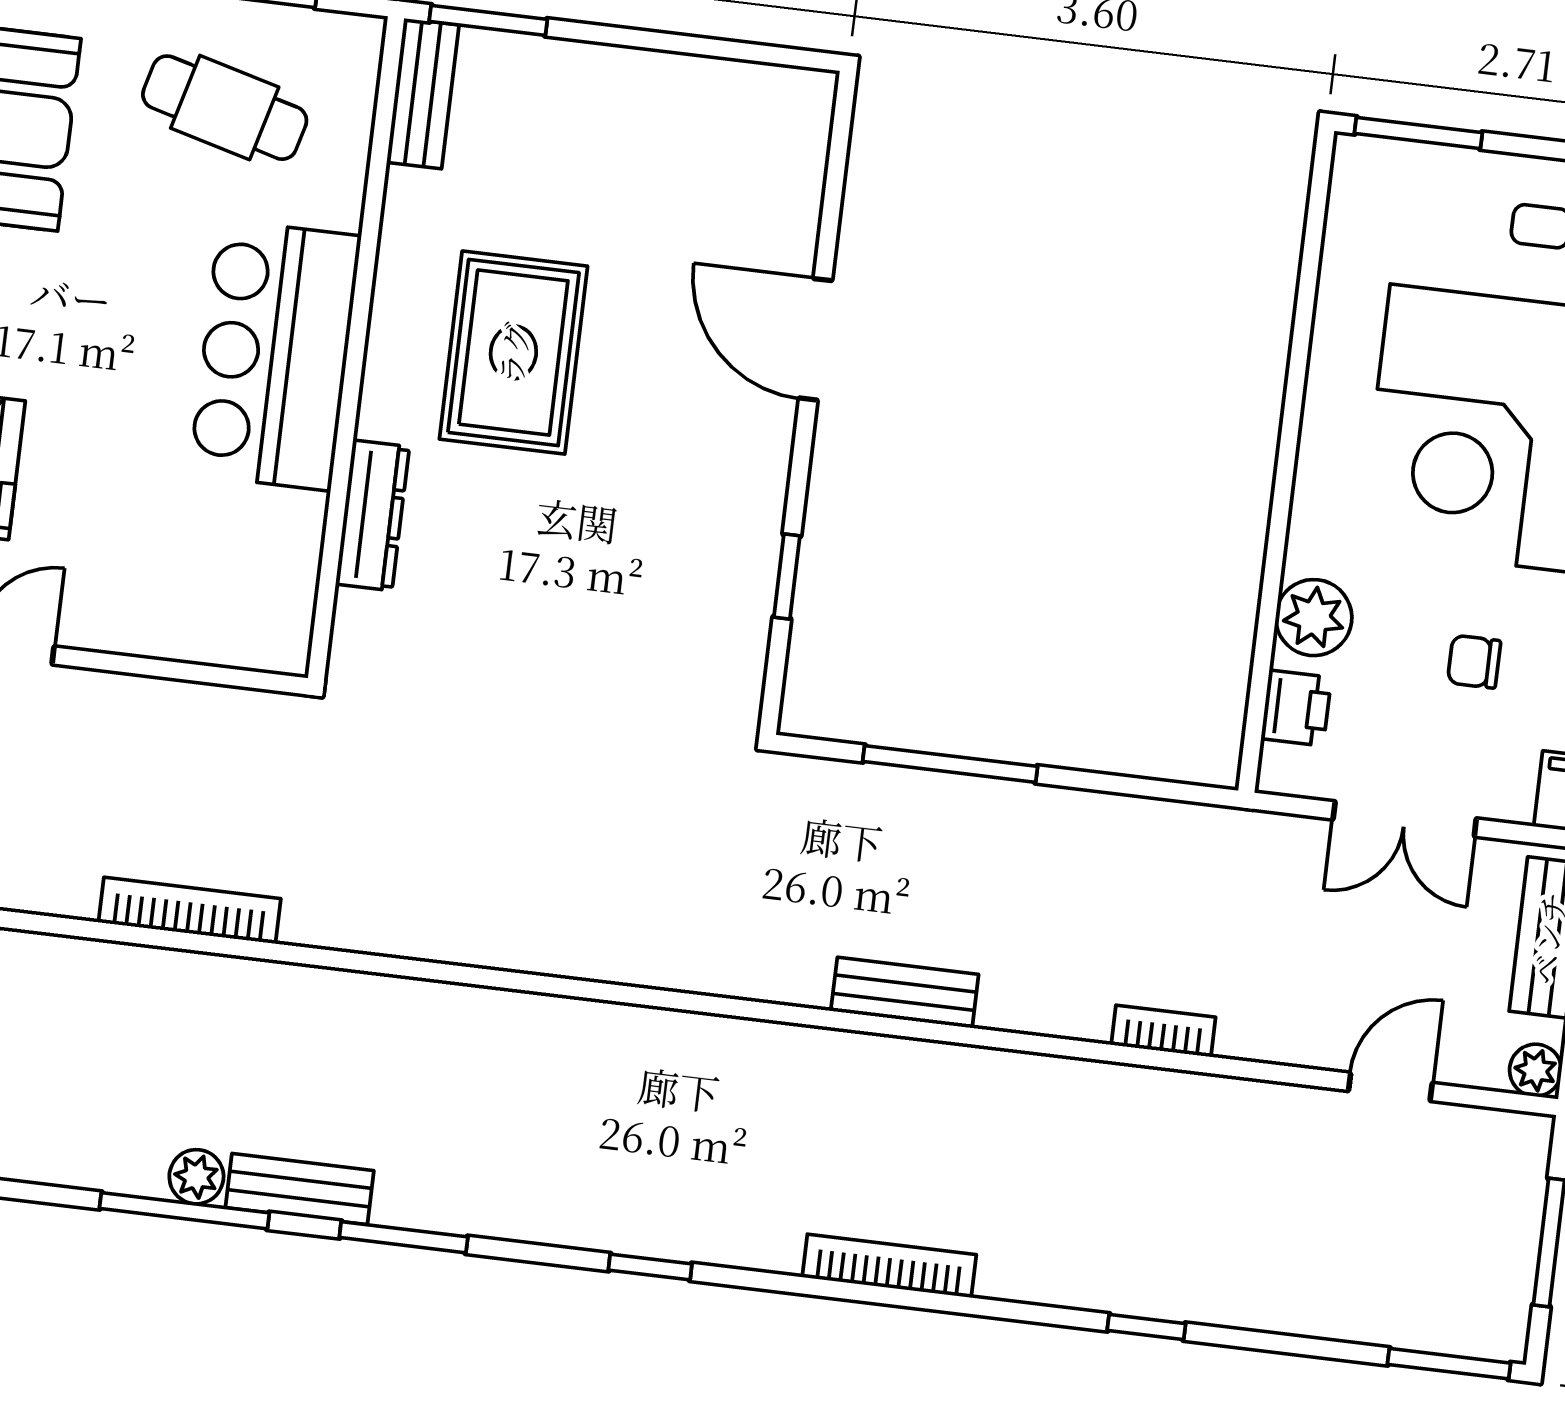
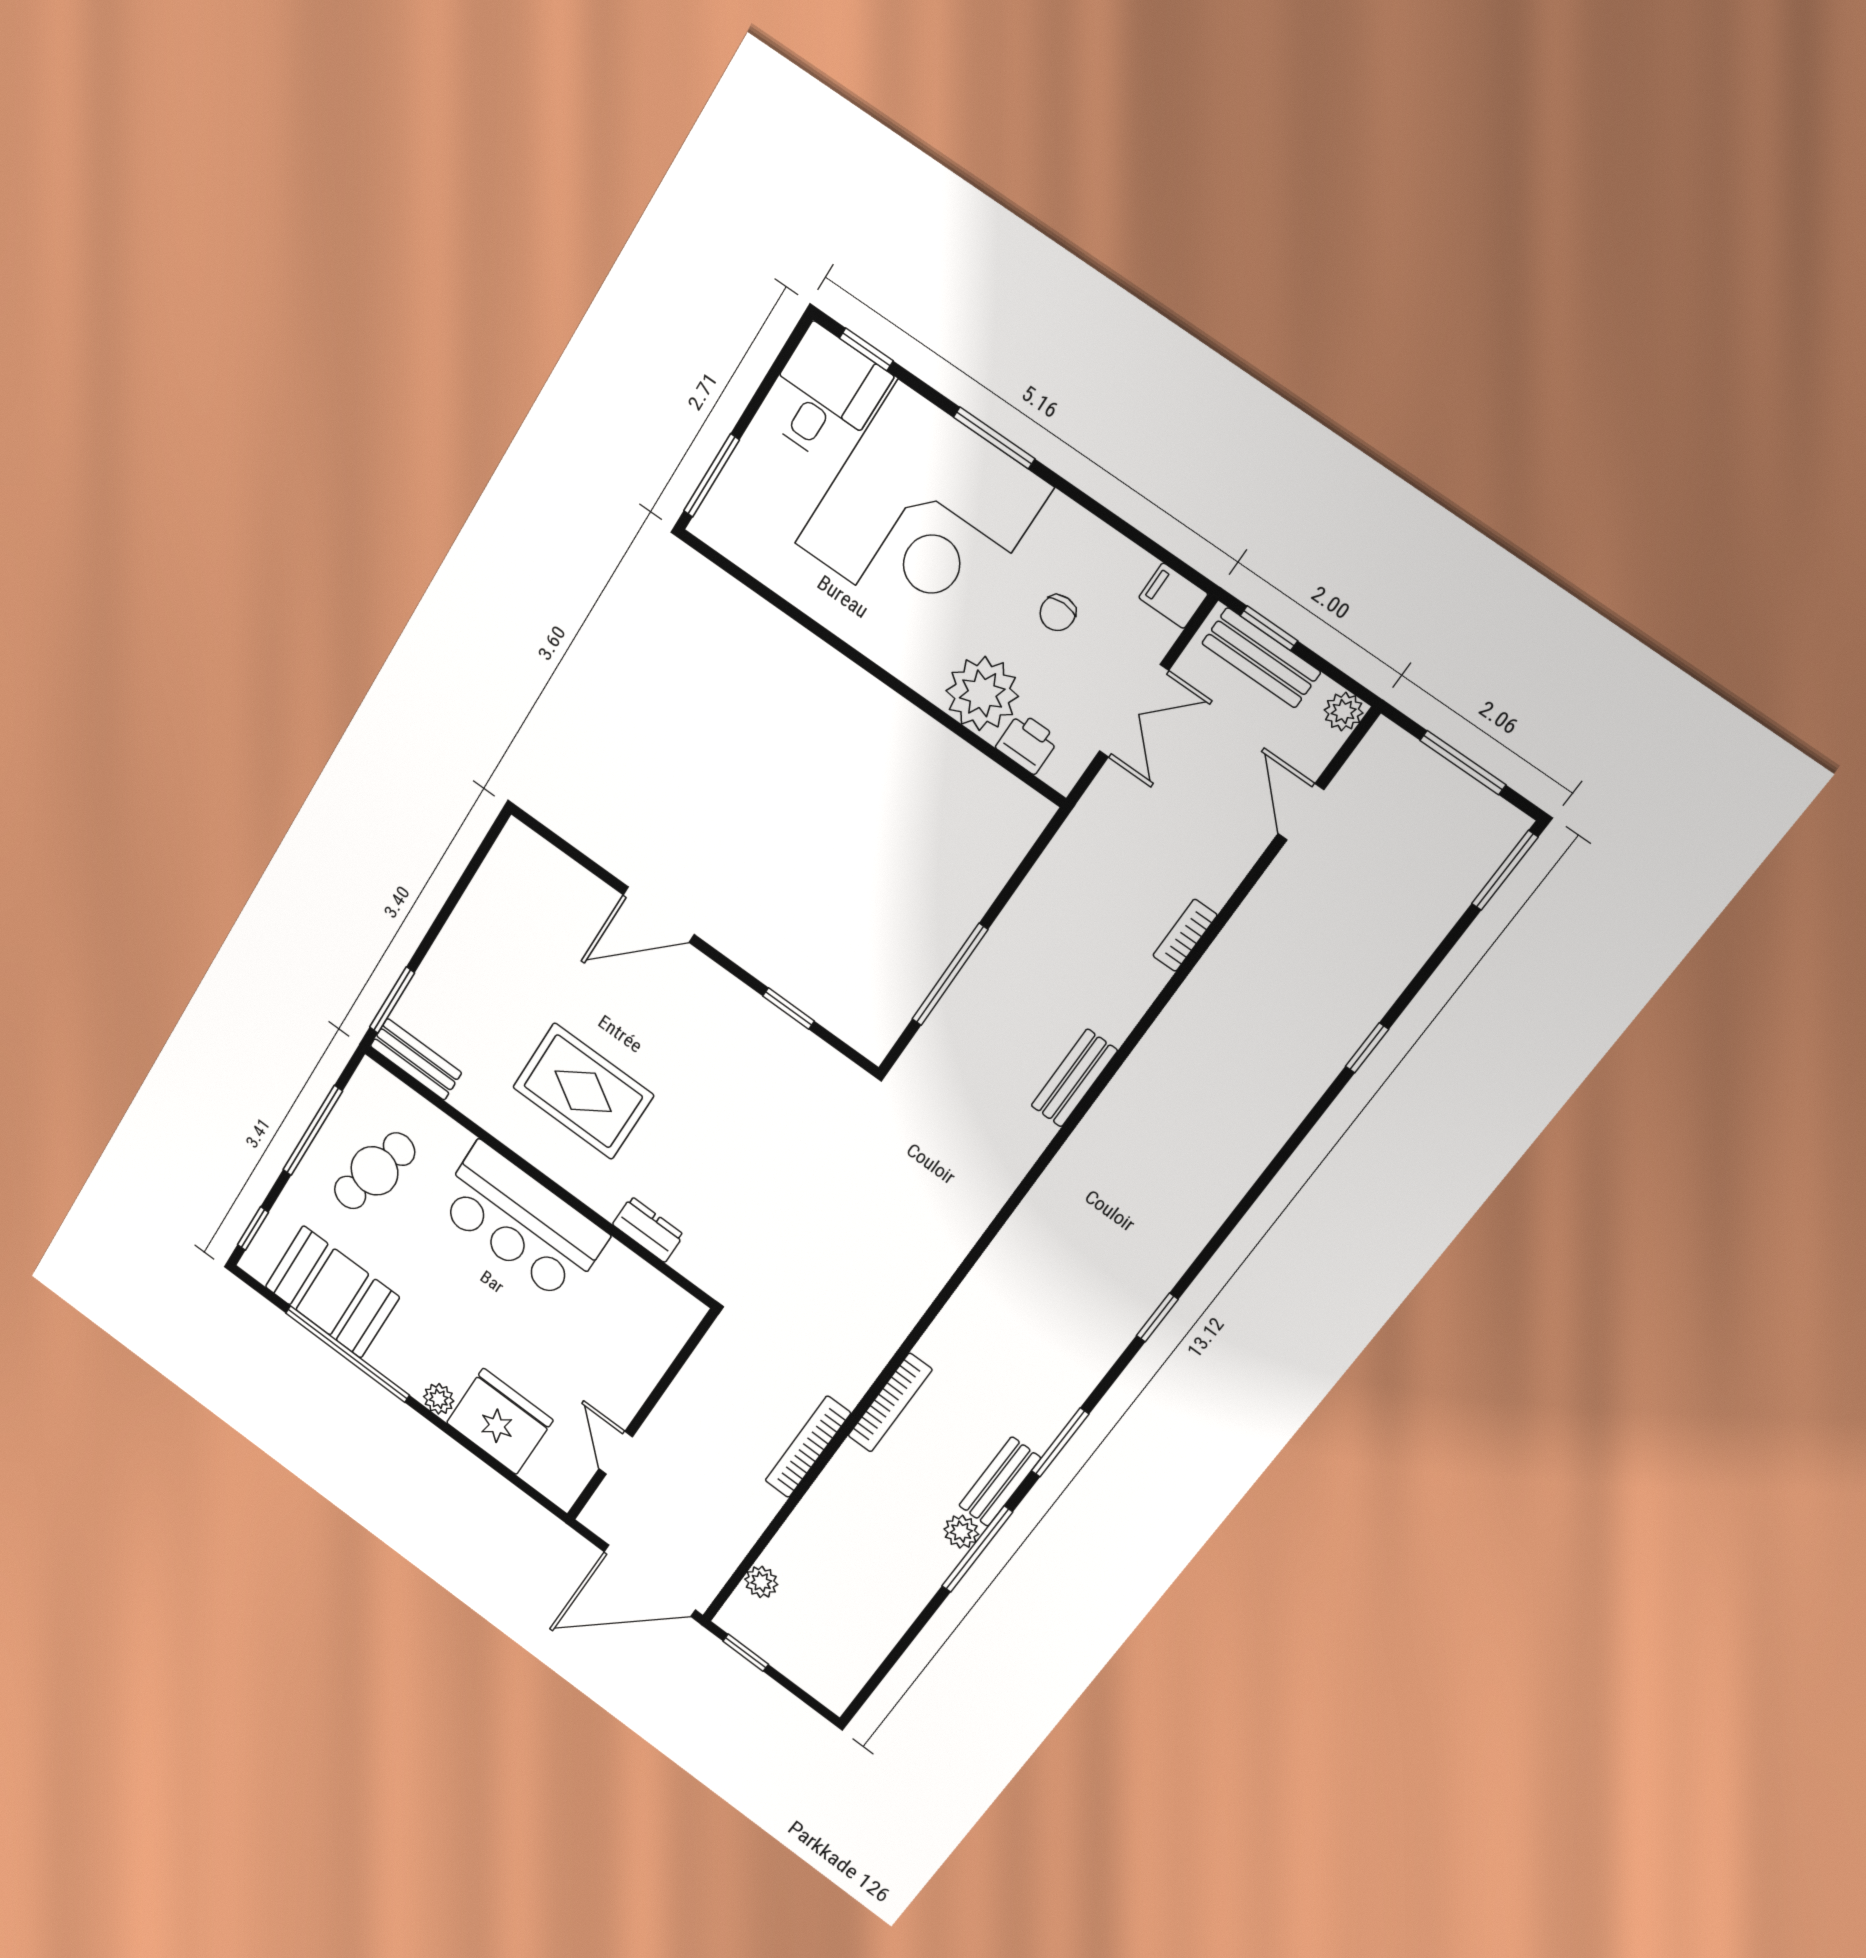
dresser: (372, 515) -> (648, 1230), width x0.70
plant: (1314, 618) -> (982, 693), width x1.36, depth x1.36
bookcase: (889, 1266) -> (890, 1403), moved, turned 180

